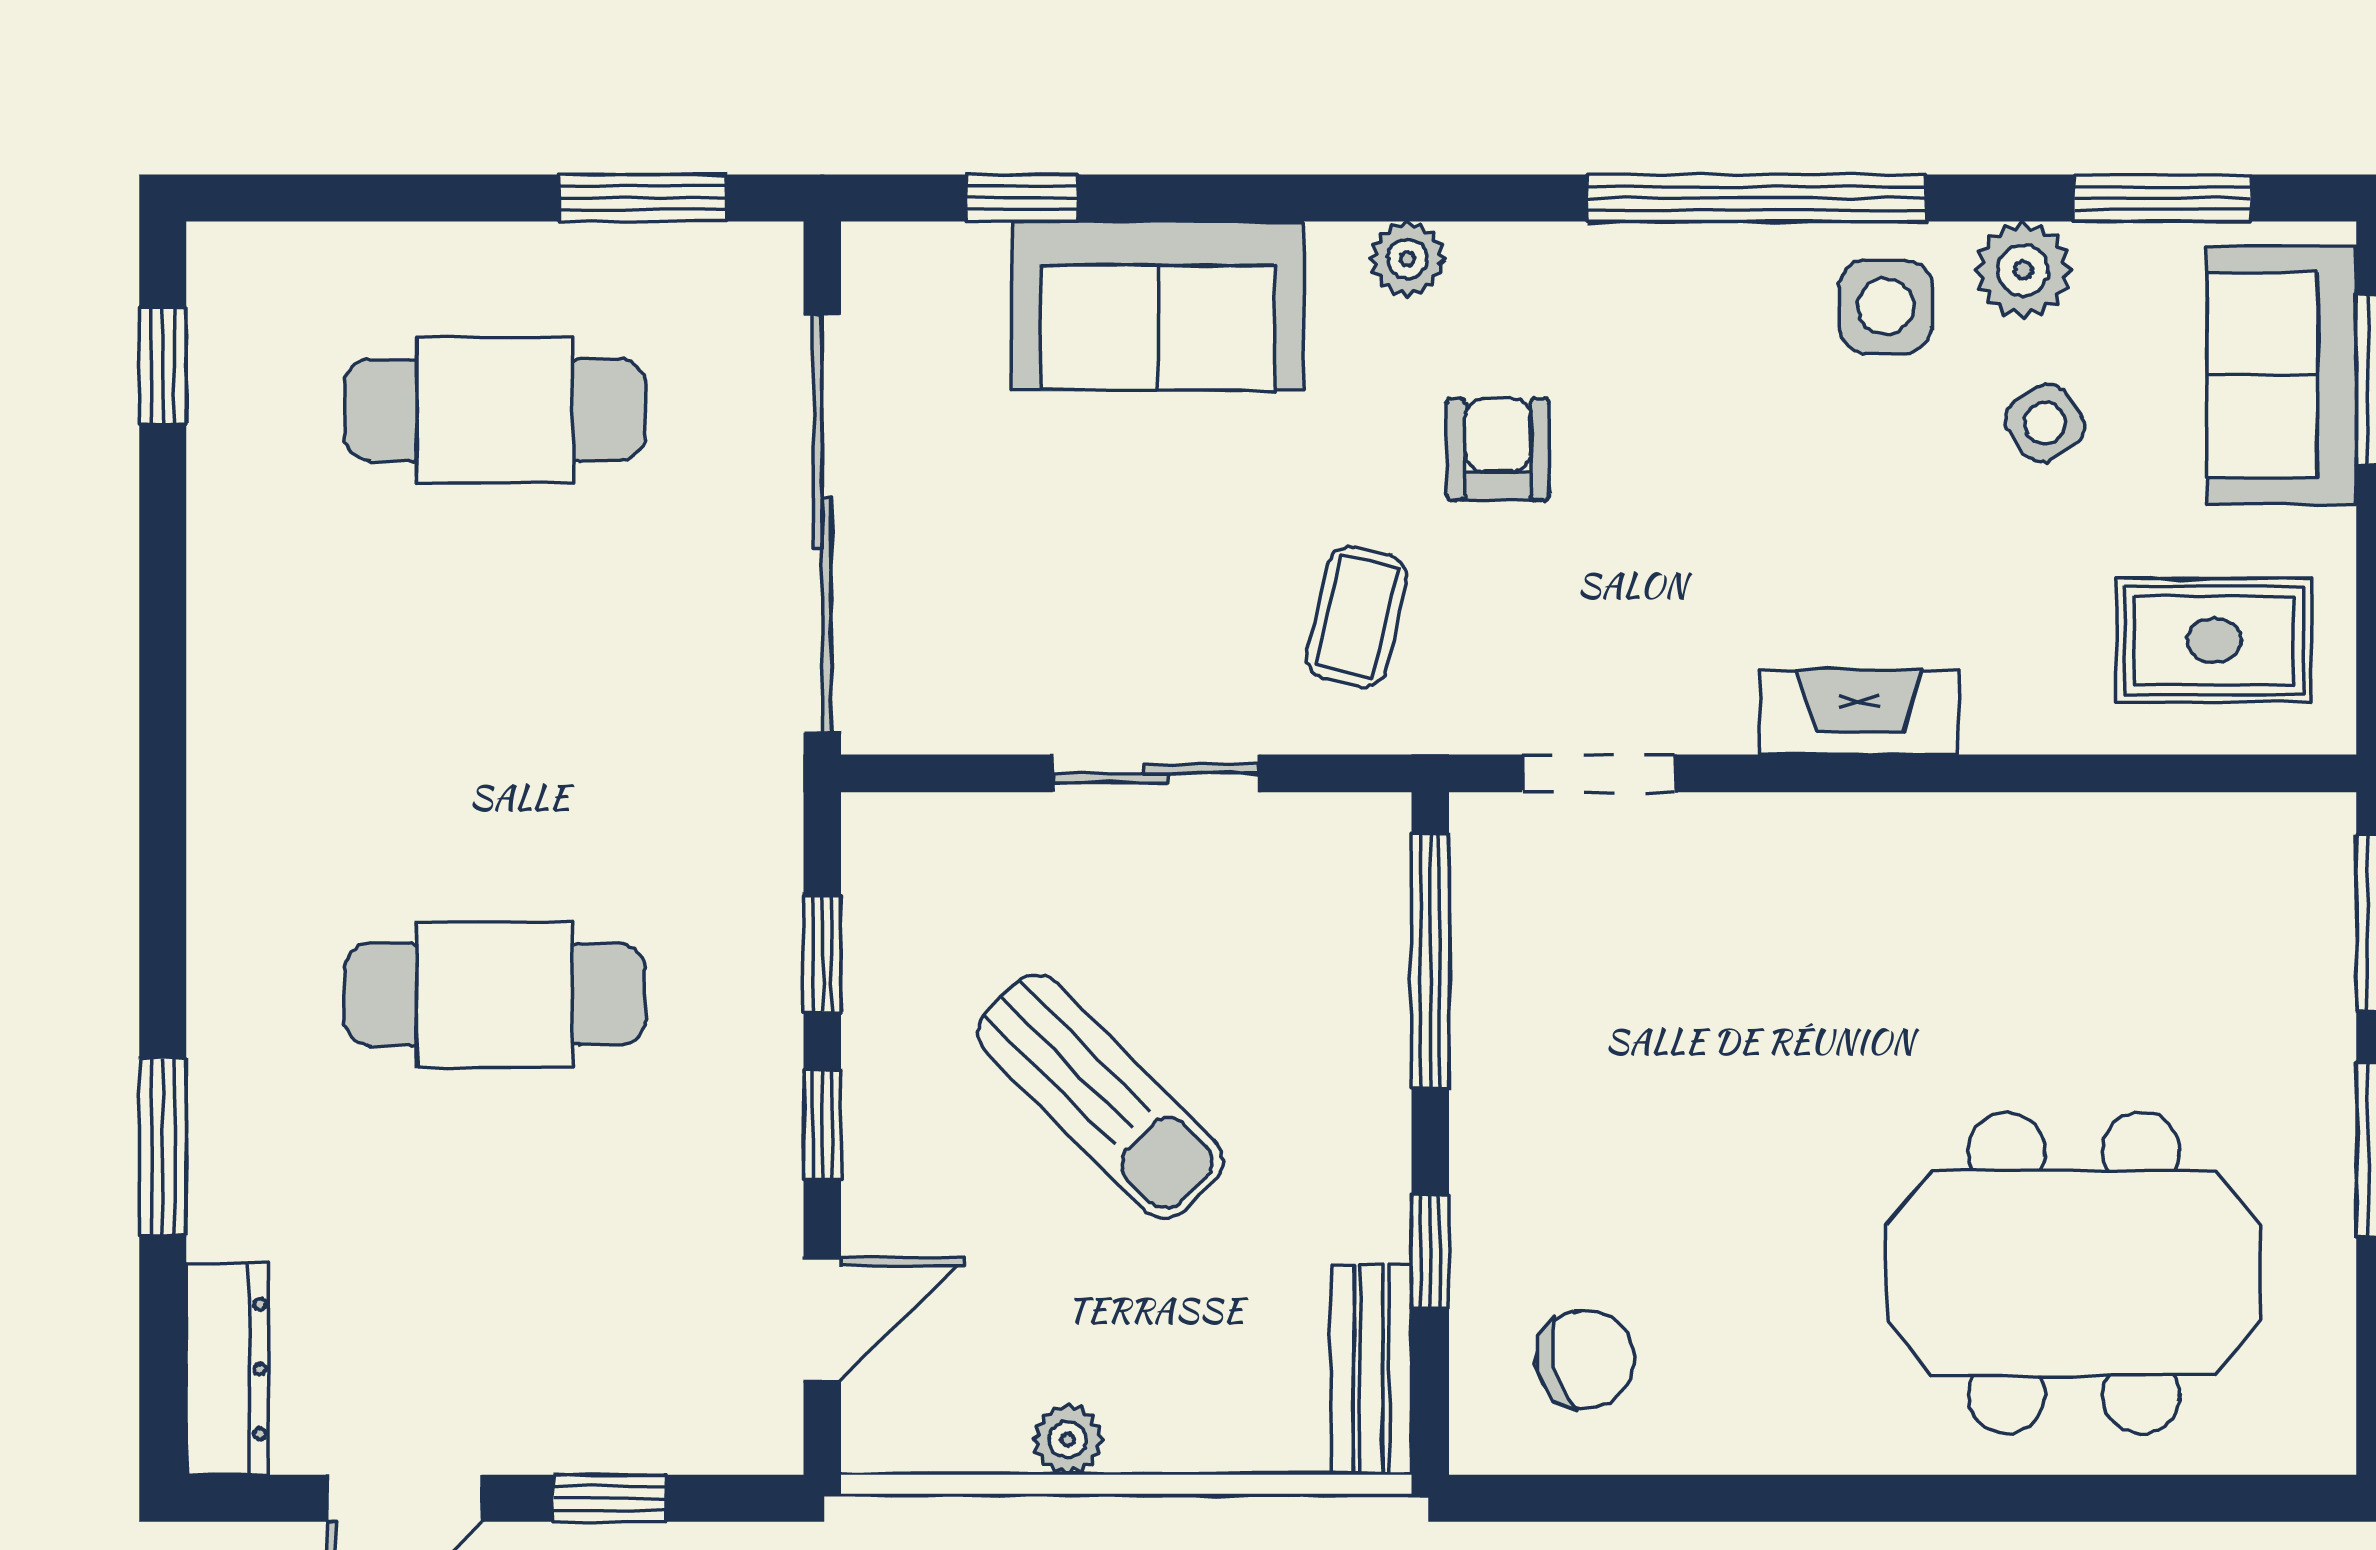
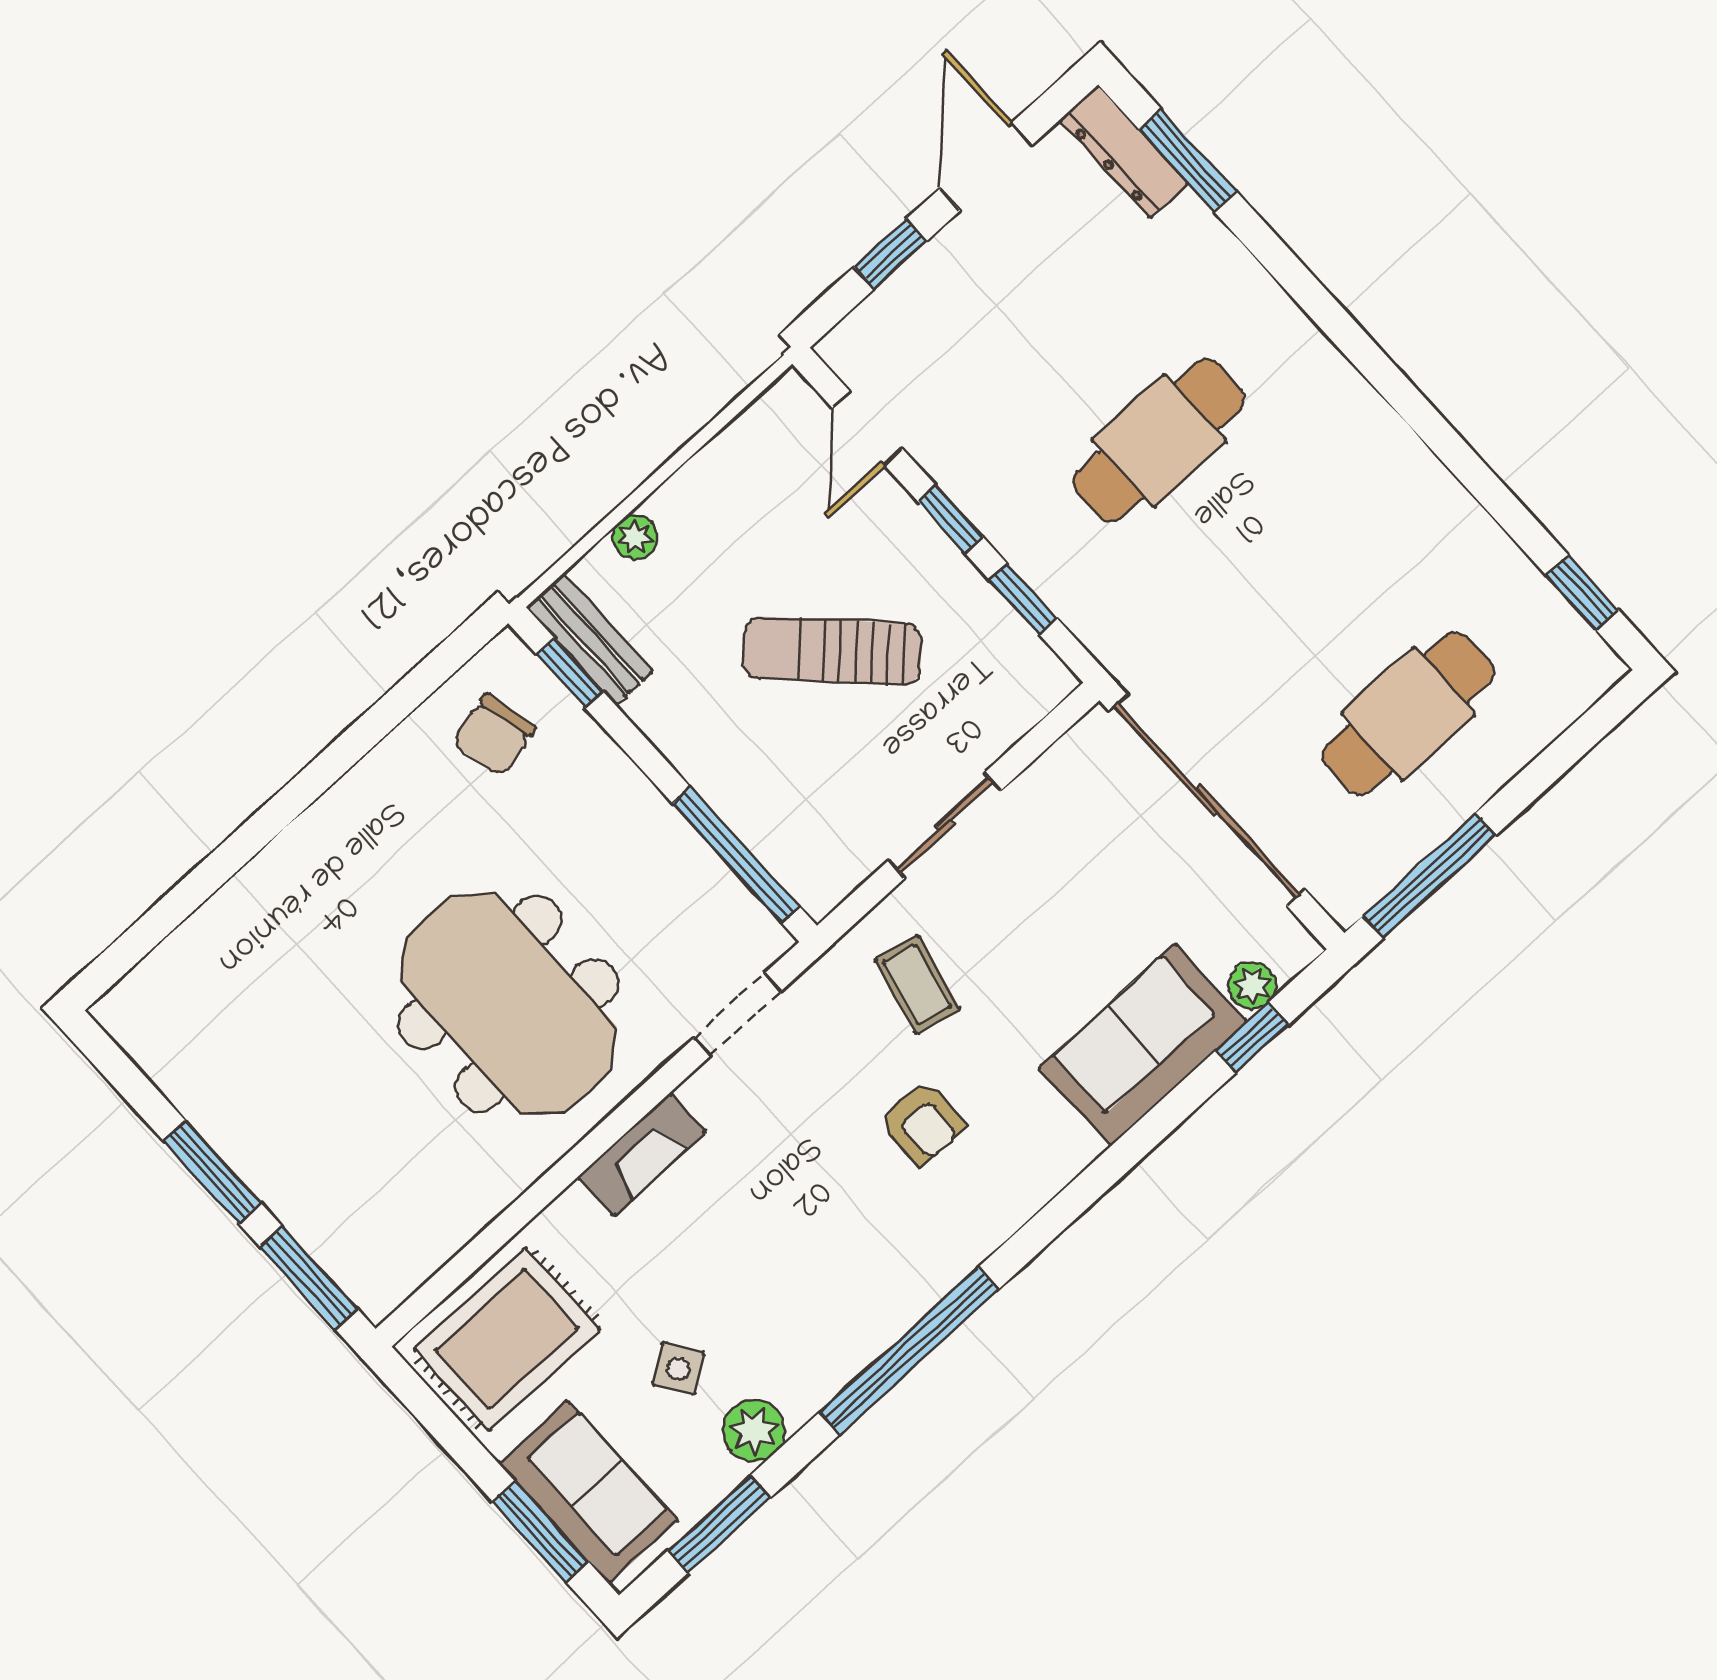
window: (643, 198) -> (1430, 875), width x1.44
plant: (1407, 259) -> (1252, 985), moved
side table: (1886, 307) -> (803, 1355), removed
rug: (2214, 640) -> (507, 1339), width x1.36, depth x1.43
window: (163, 1147) -> (1188, 160), moved
window: (1430, 1251) -> (570, 673), moved
meeting table: (2074, 1273) -> (508, 1004), moved, turned 90
plant: (1068, 1440) -> (635, 537), moved

